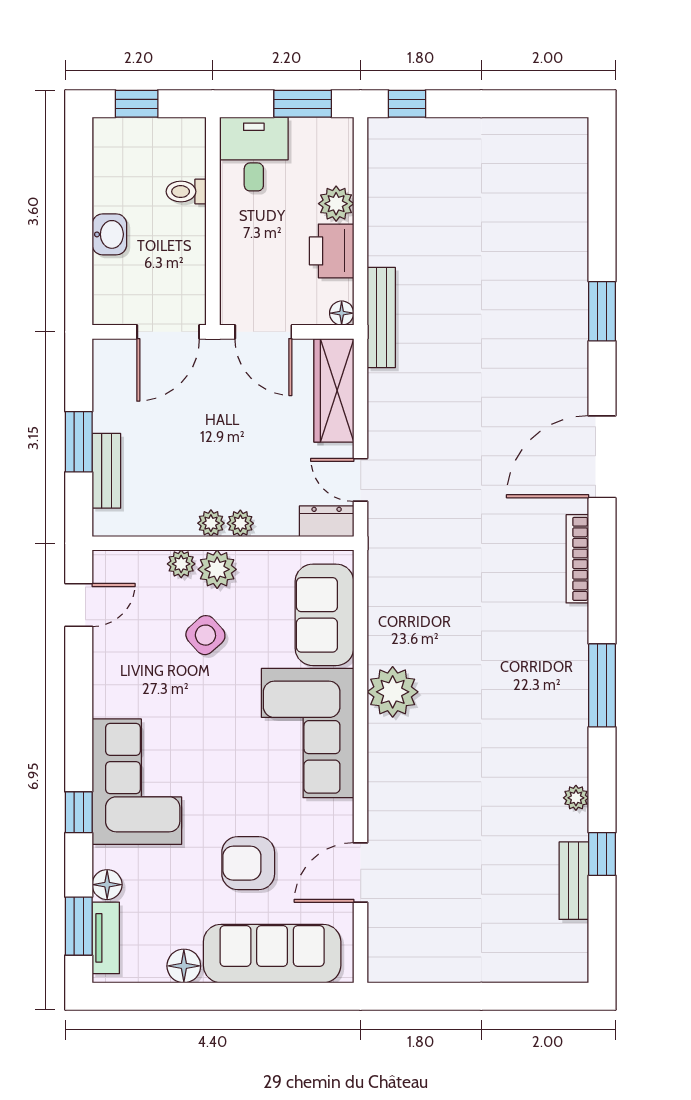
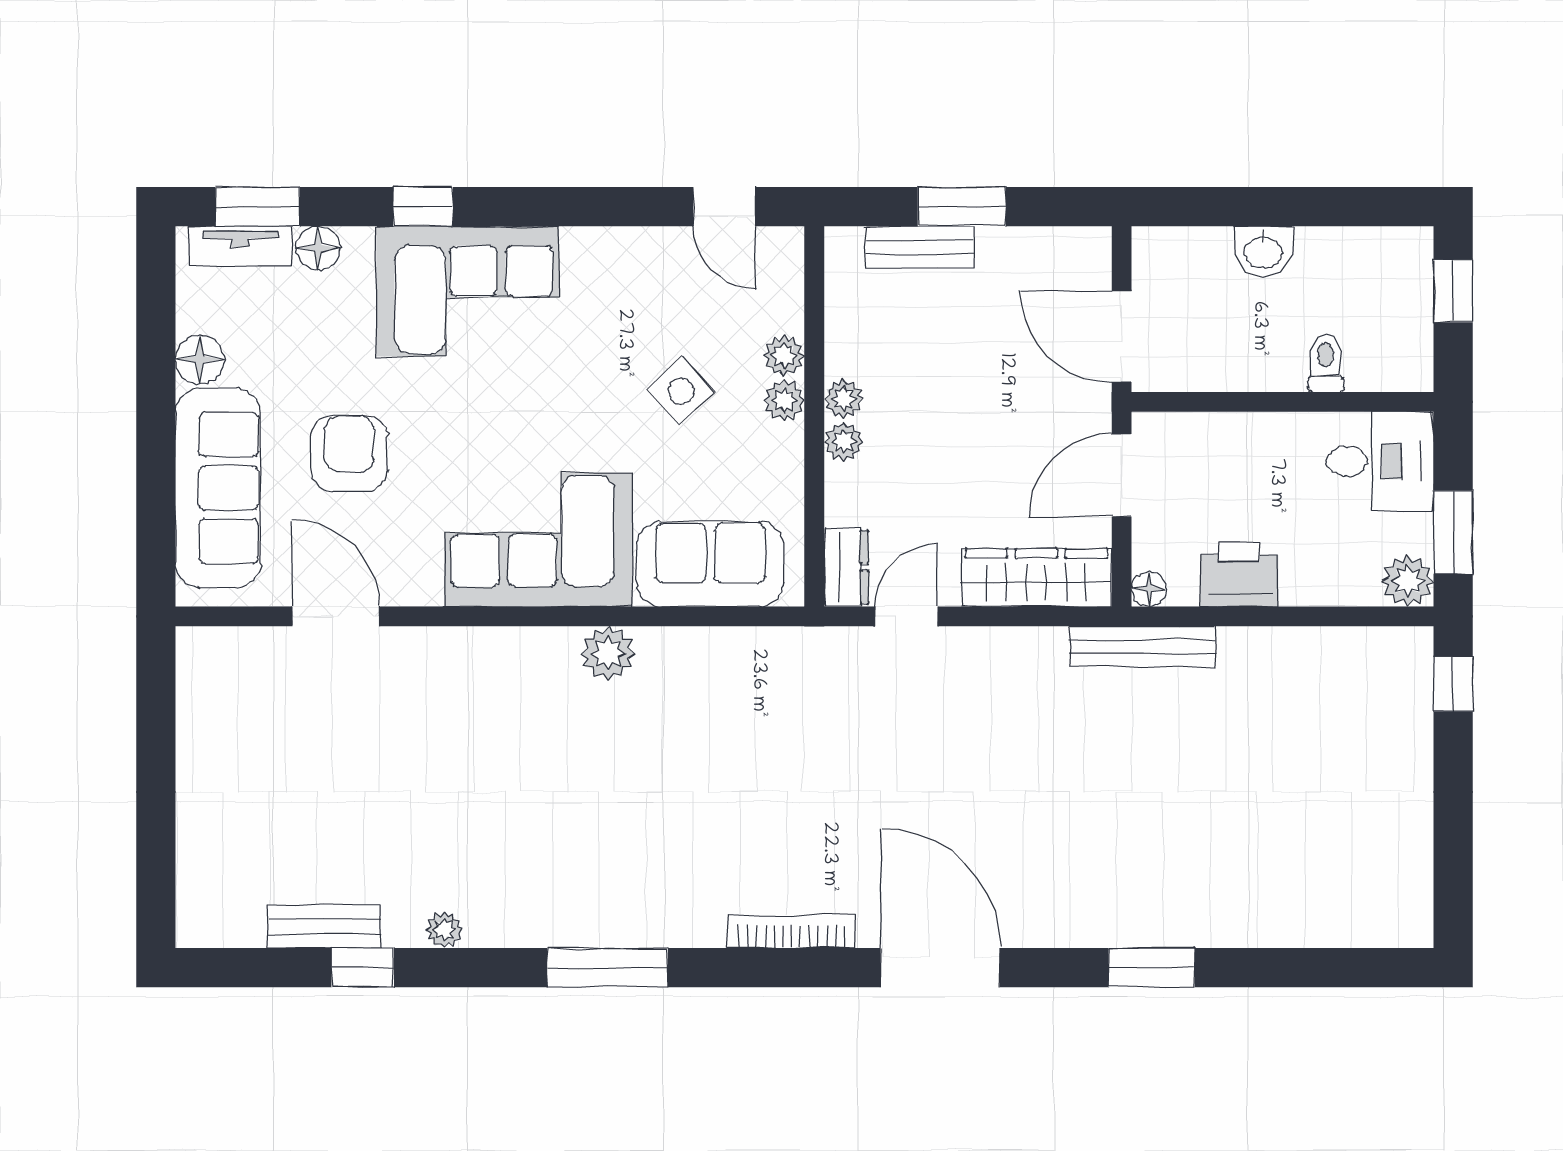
plant: (336, 204) -> (1408, 581), moved
plant: (217, 569) -> (784, 400), width x0.73, depth x0.73
plant: (393, 692) -> (608, 653), width x0.73, depth x0.73

